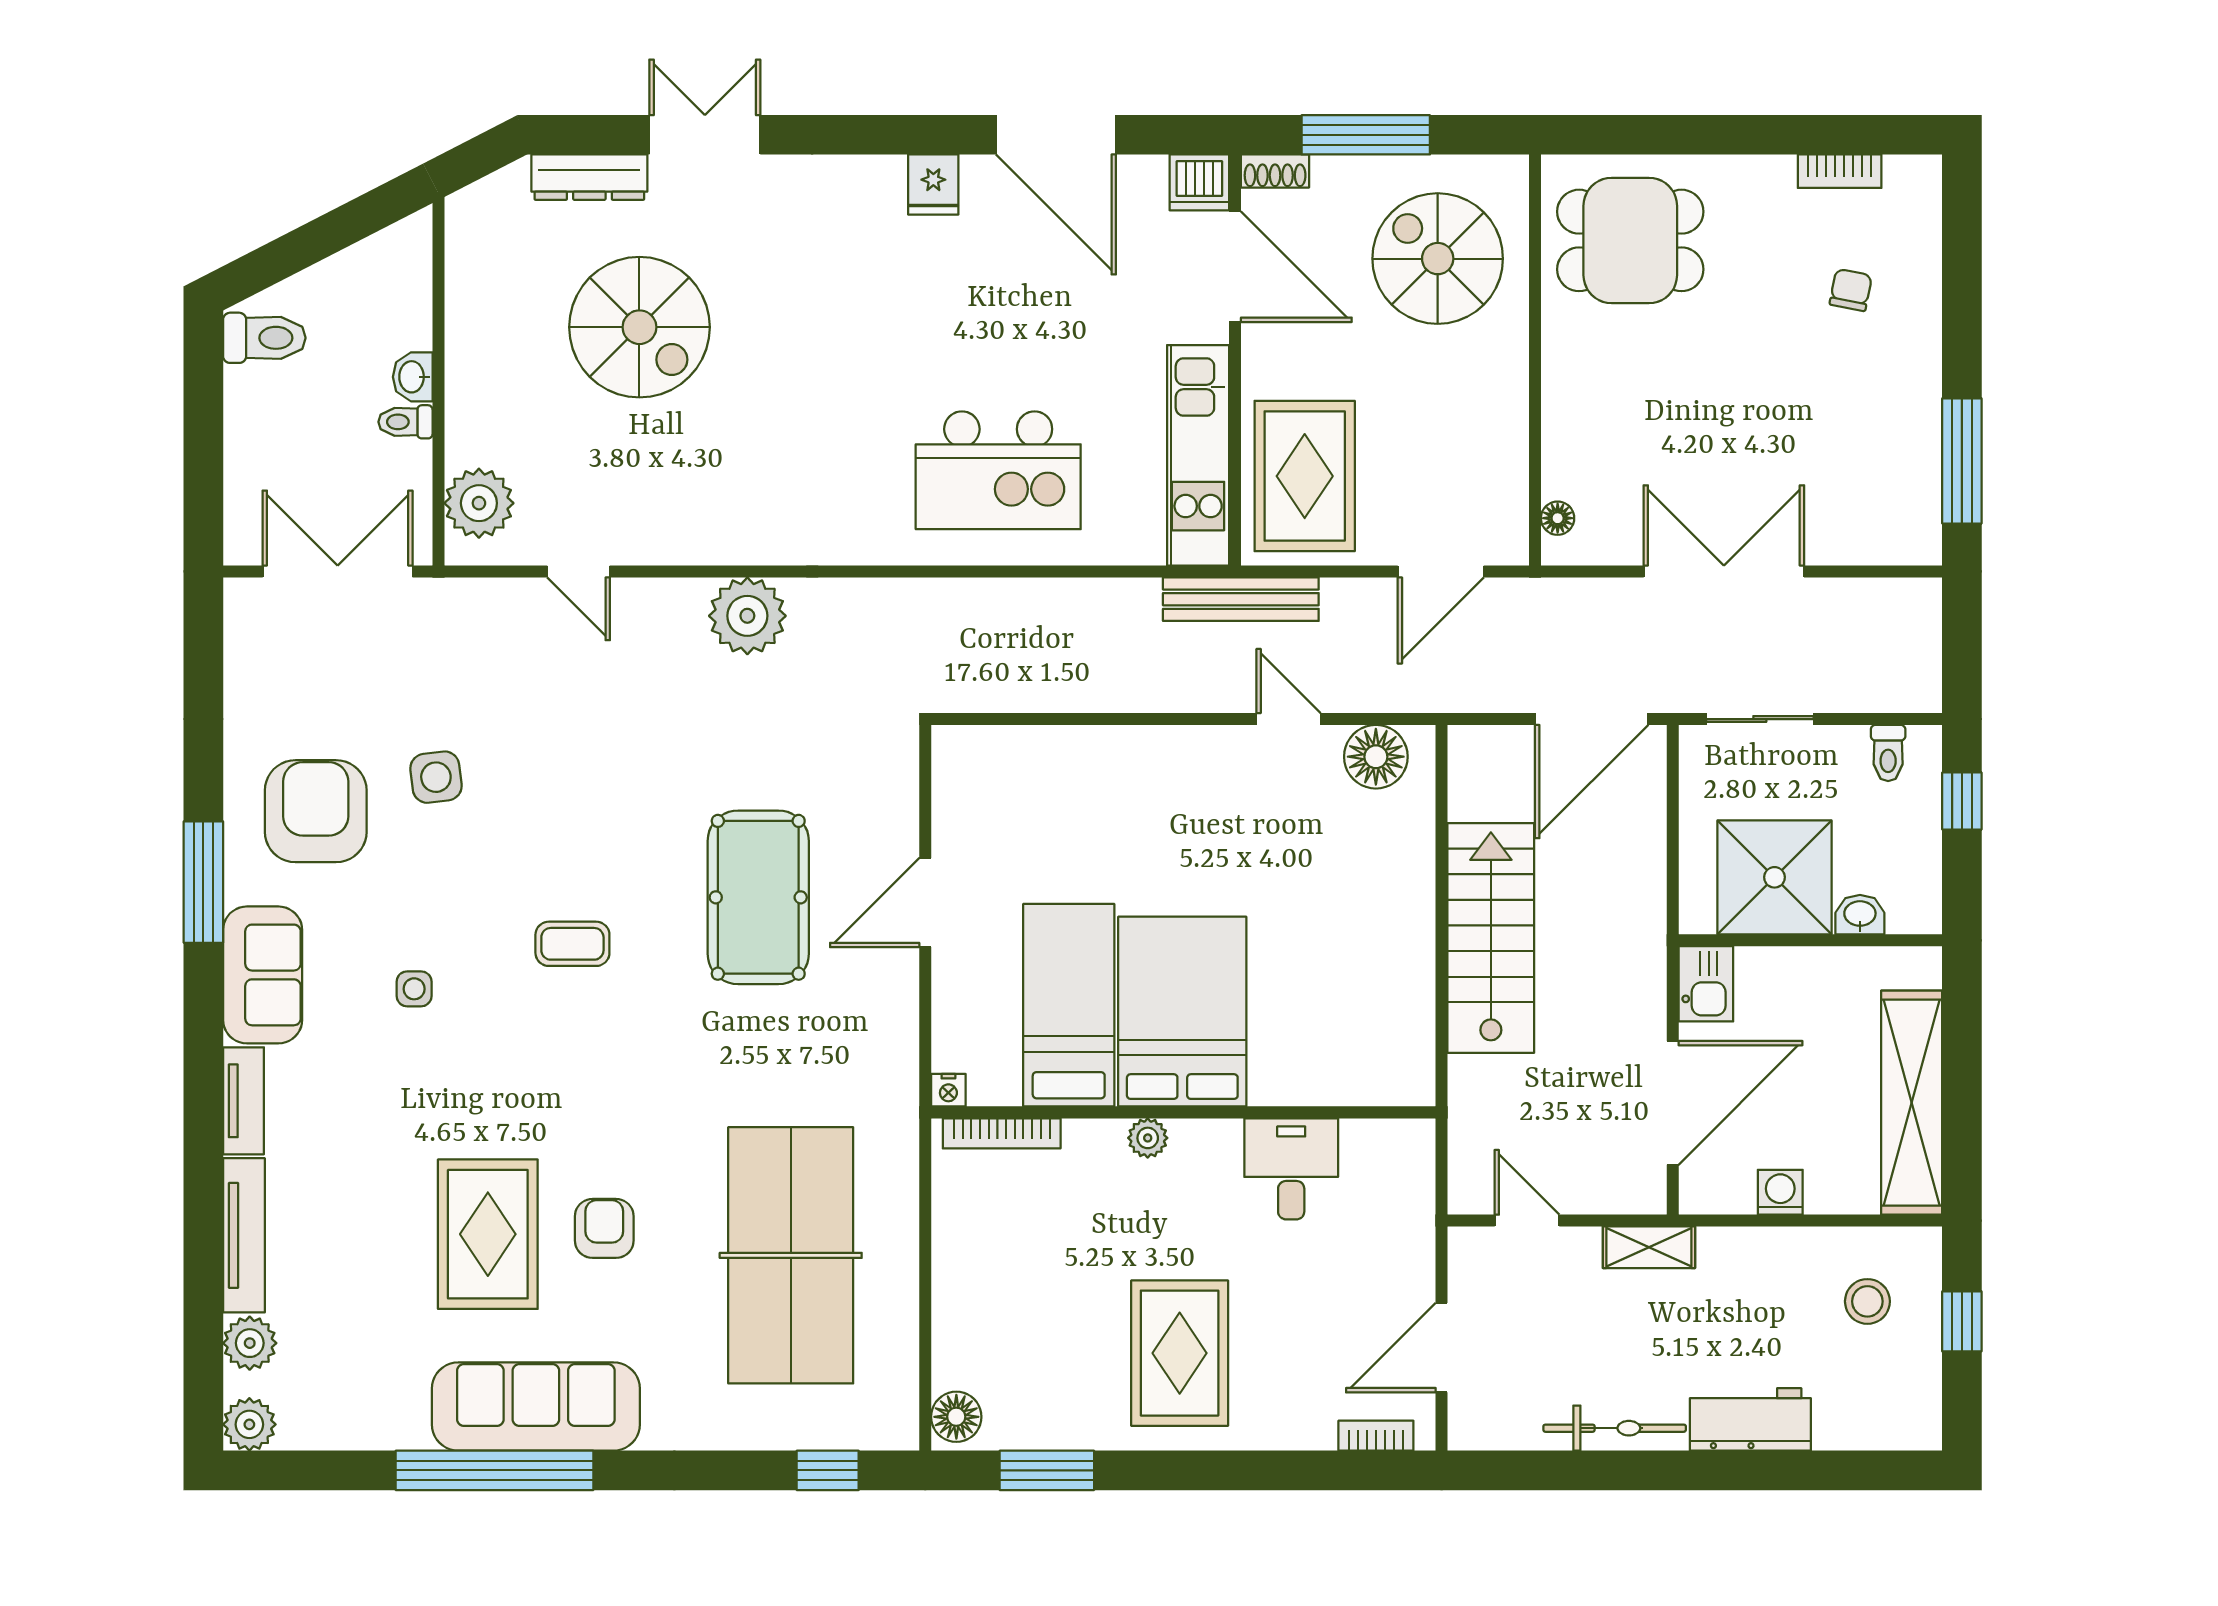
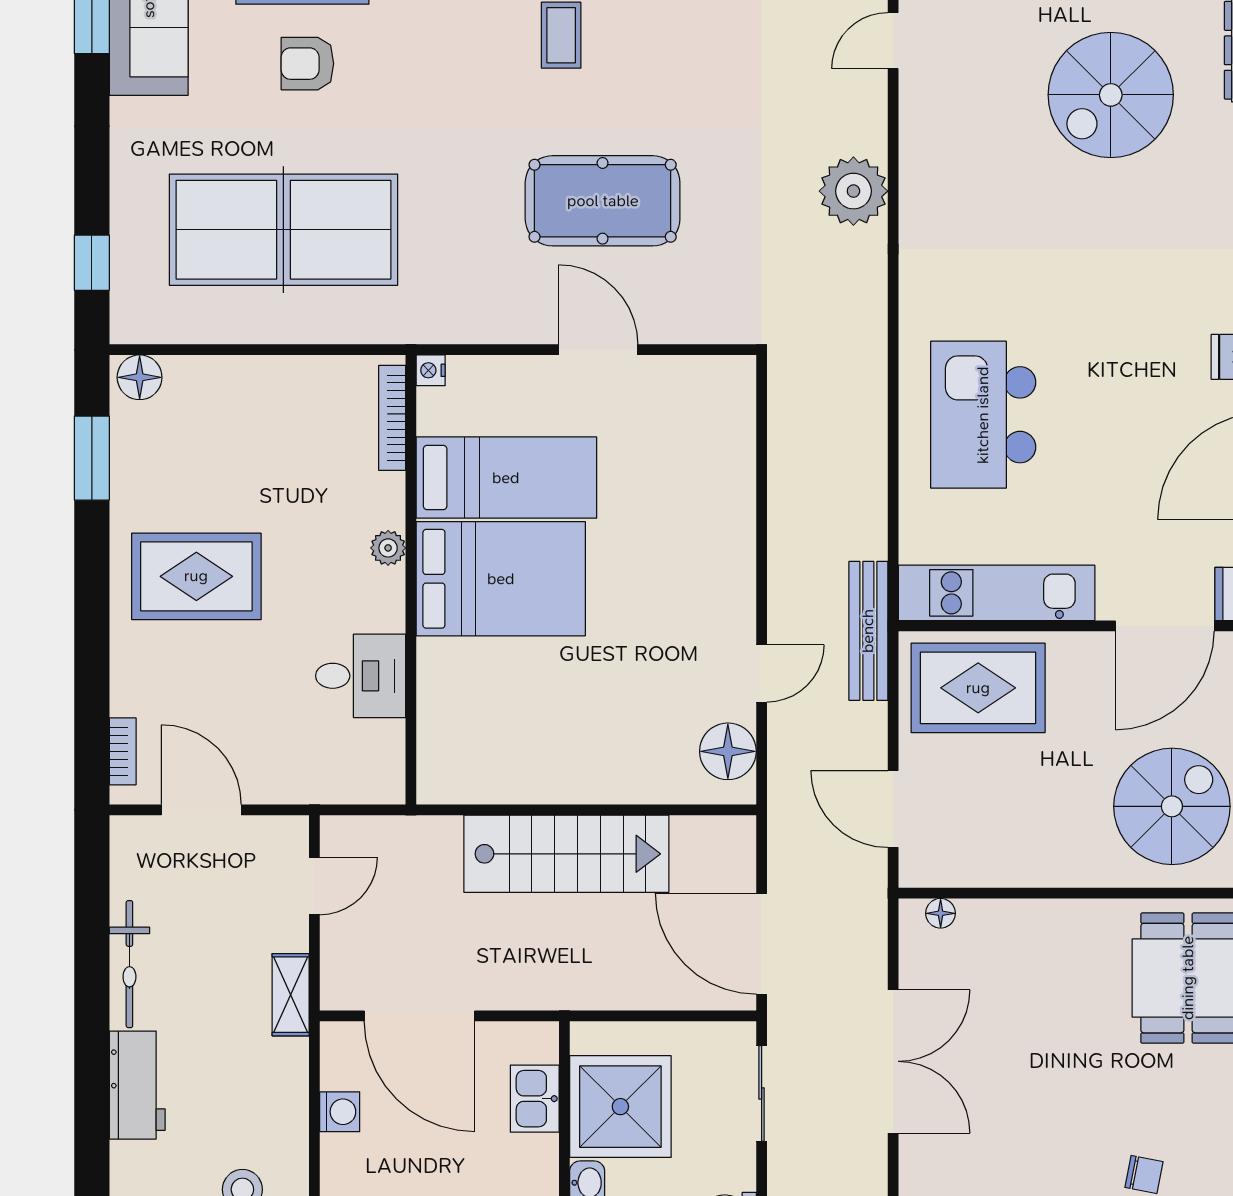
kitchen sink: (1706, 984) -> (535, 1099), moved, turned 90
armchair: (604, 1228) -> (307, 64), turned 180

